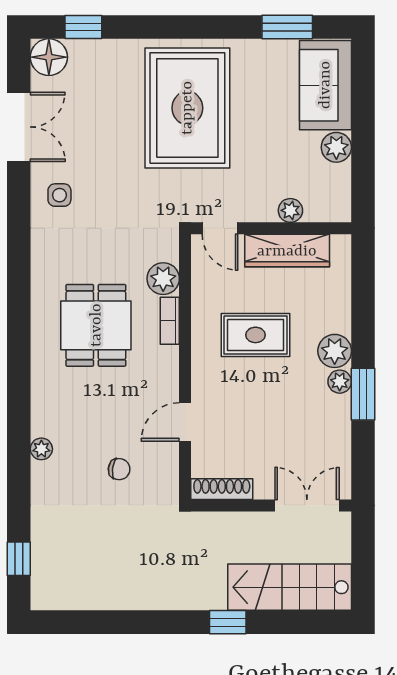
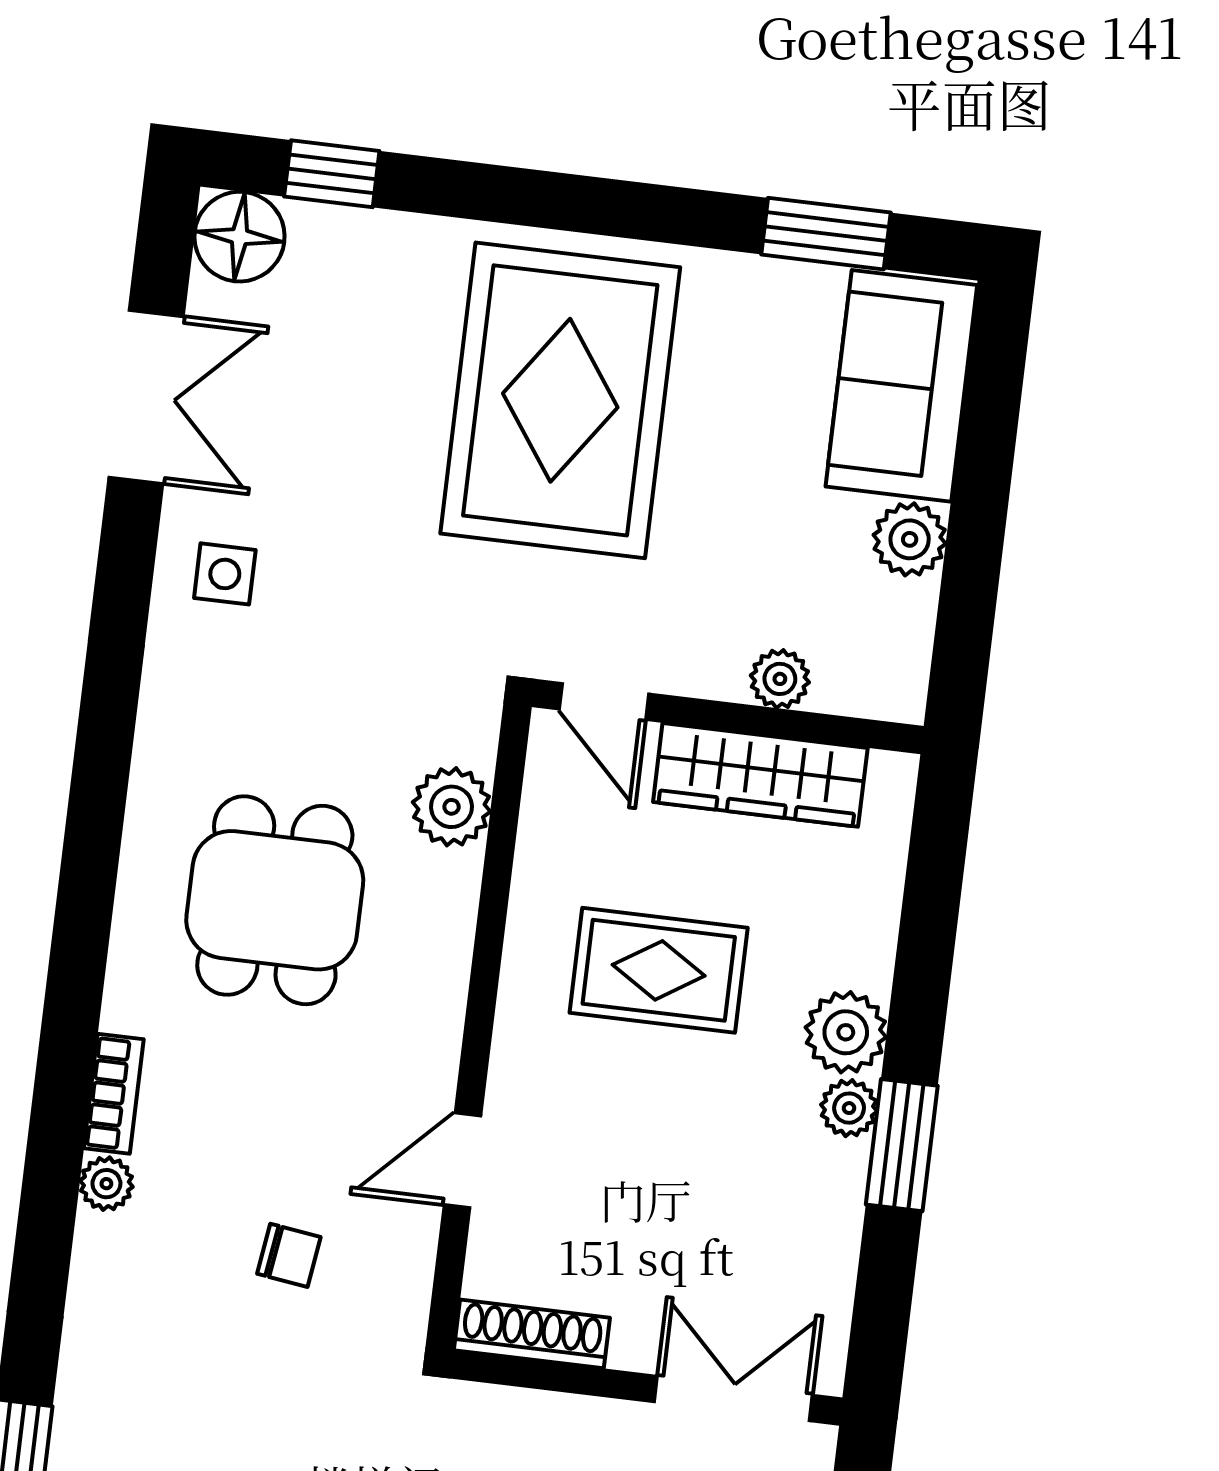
bookcase: (170, 321) -> (114, 1094), moved, turned 180

